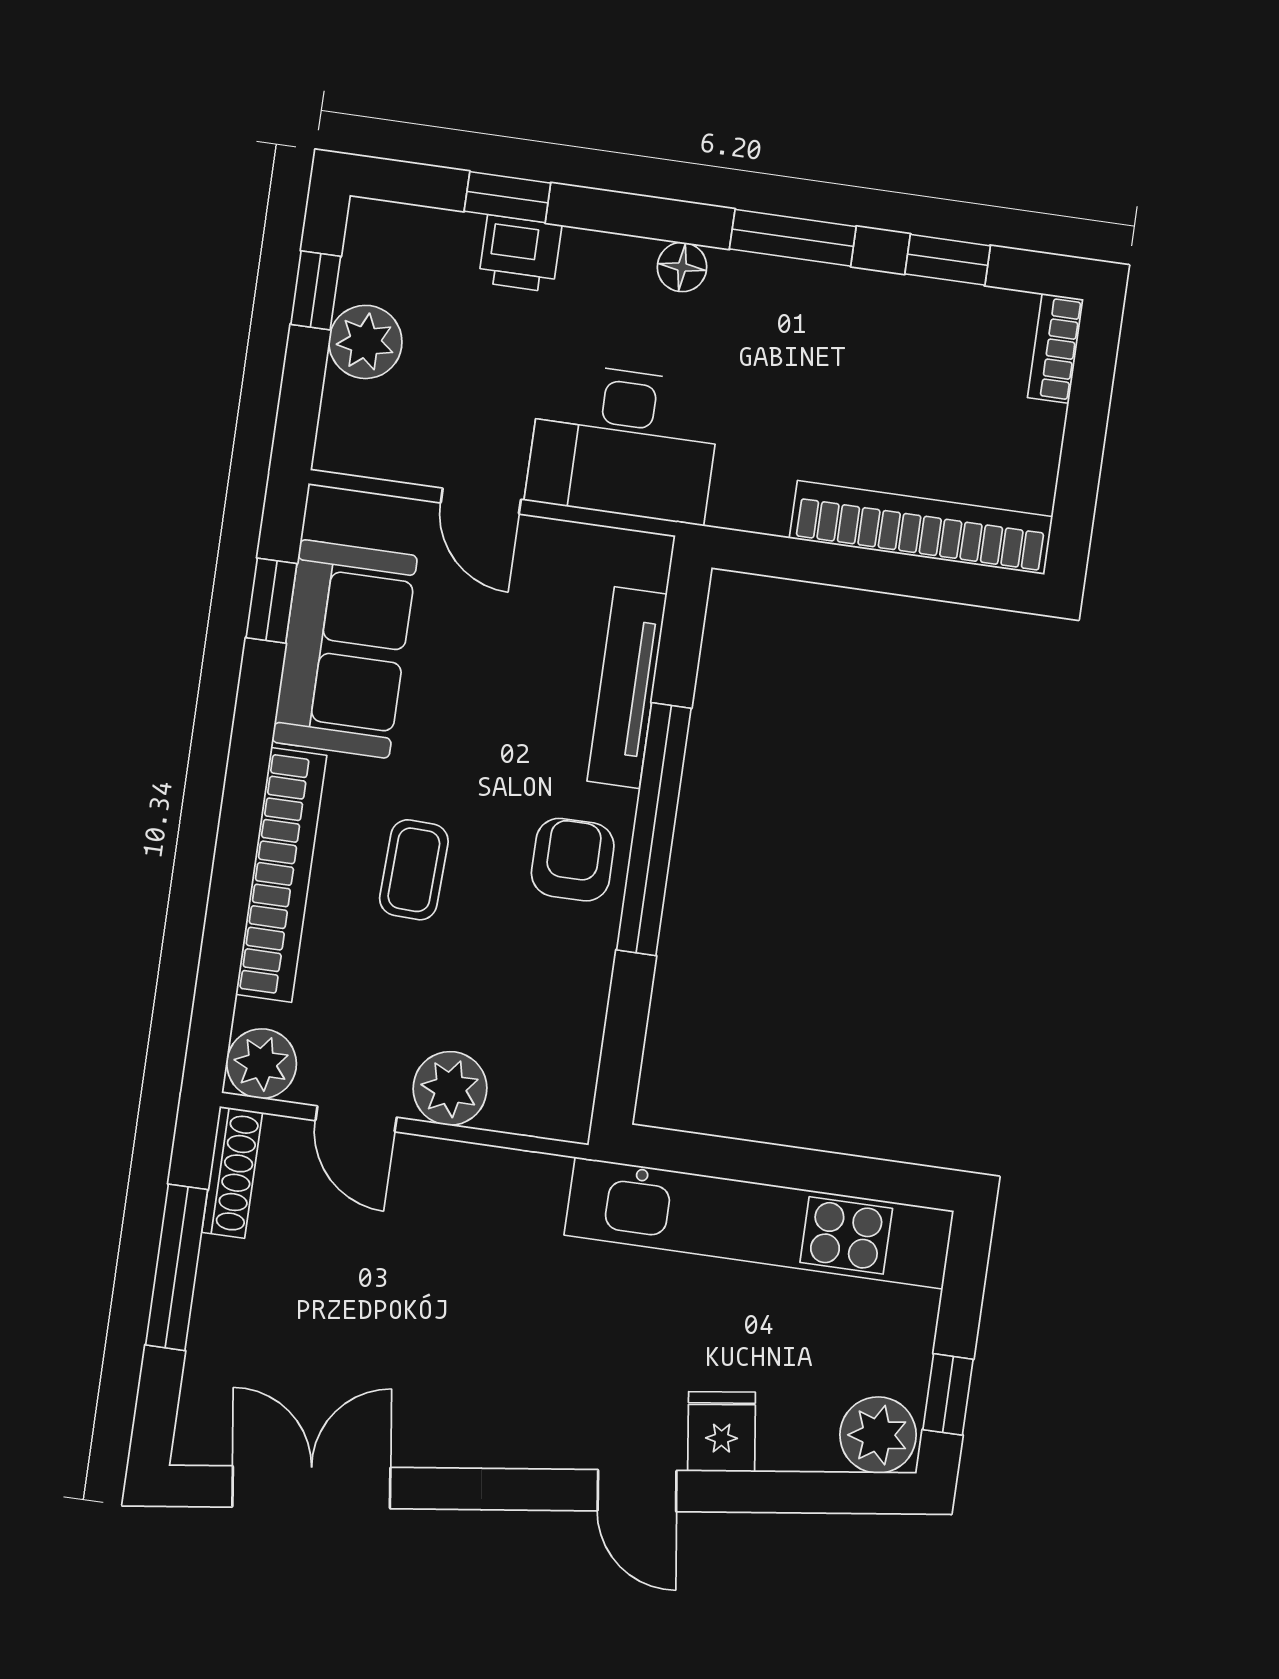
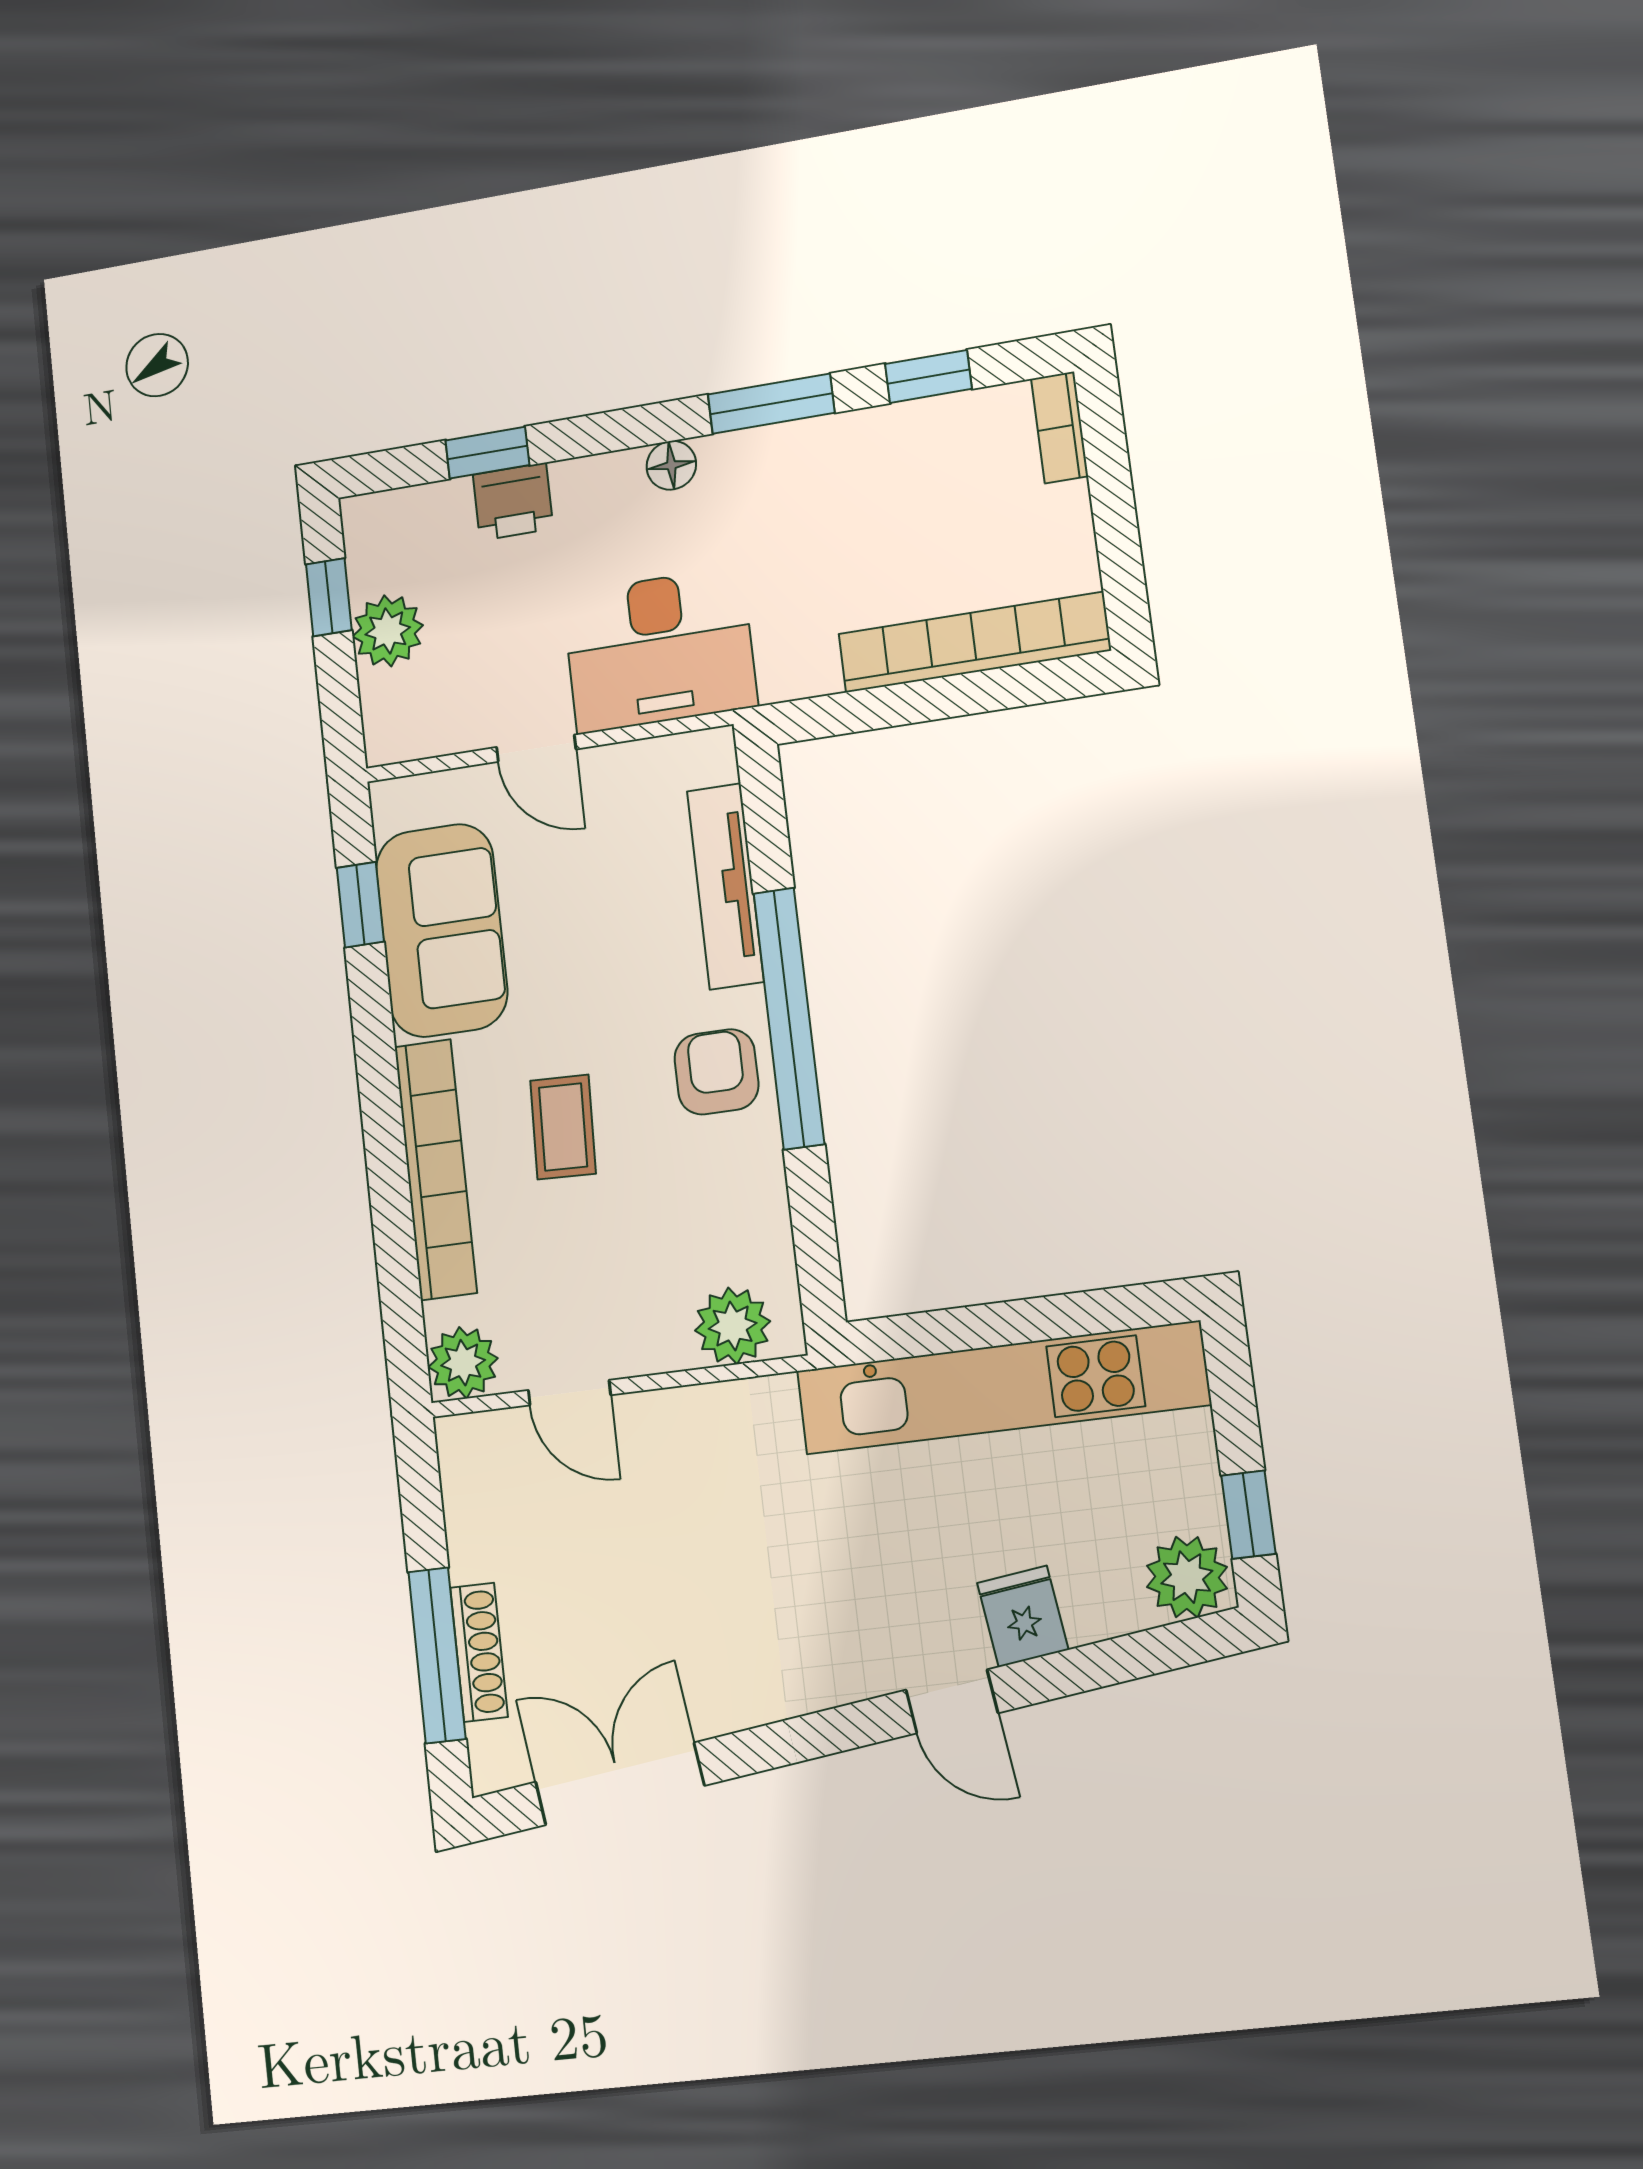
plant: (450, 1088) -> (733, 1326), moved
shoe rack: (232, 1172) -> (479, 1652), moved
window: (177, 1267) -> (437, 1655), moved

